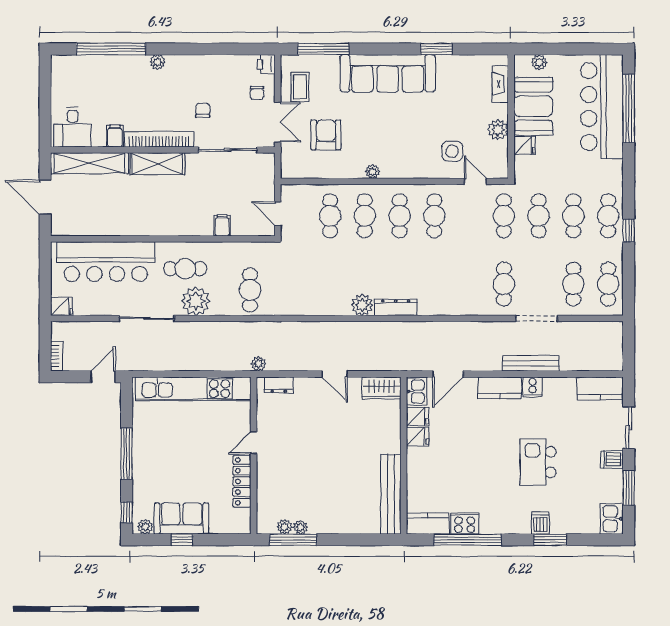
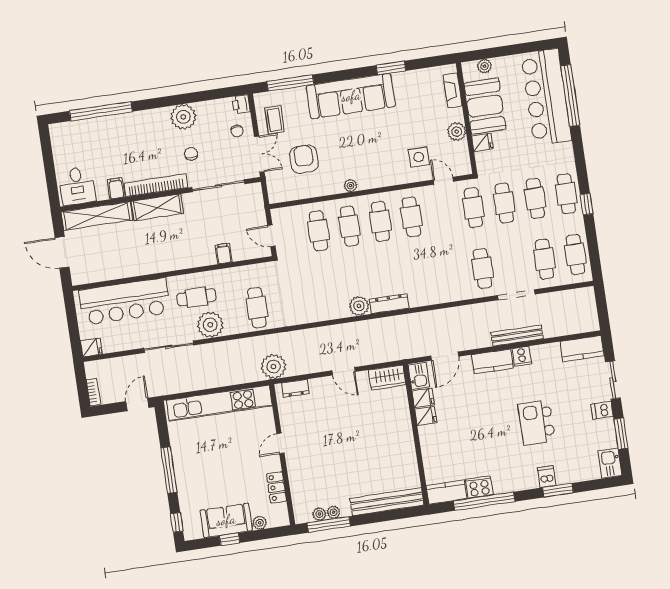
plant: (158, 62) -> (183, 117), moved, width x1.88, depth x1.88
plant: (258, 364) -> (274, 367), width x1.87, depth x1.87
locker: (242, 481) -> (276, 487), width x0.66
bench: (391, 494) -> (387, 502), moved, turned 90
plant: (145, 527) -> (260, 523), moved

